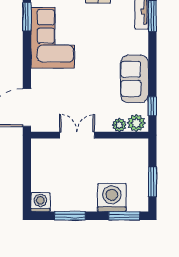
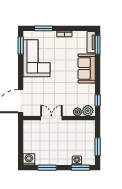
sofa: (134, 79) -> (87, 68), moved
washing machine: (112, 198) -> (77, 161), width x0.53, depth x0.53

